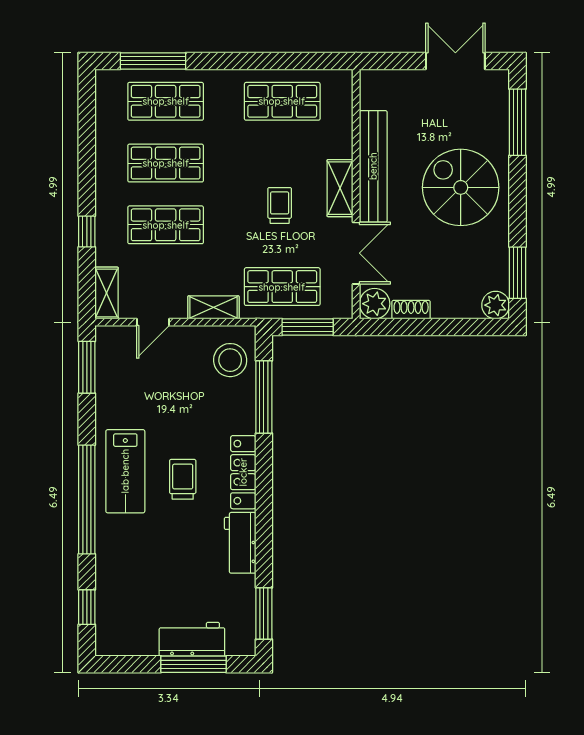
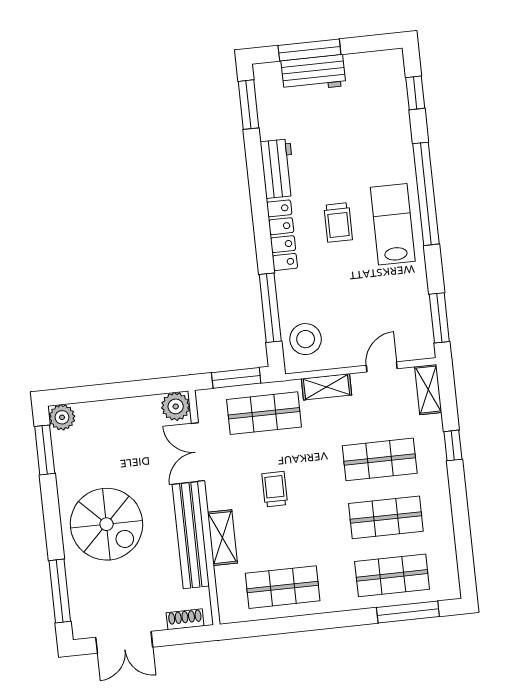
shelving: (340, 188) -> (222, 538), moved
trolley: (280, 205) -> (275, 489), turned 180
shoe rack: (411, 310) -> (185, 619), moved, turned 180

